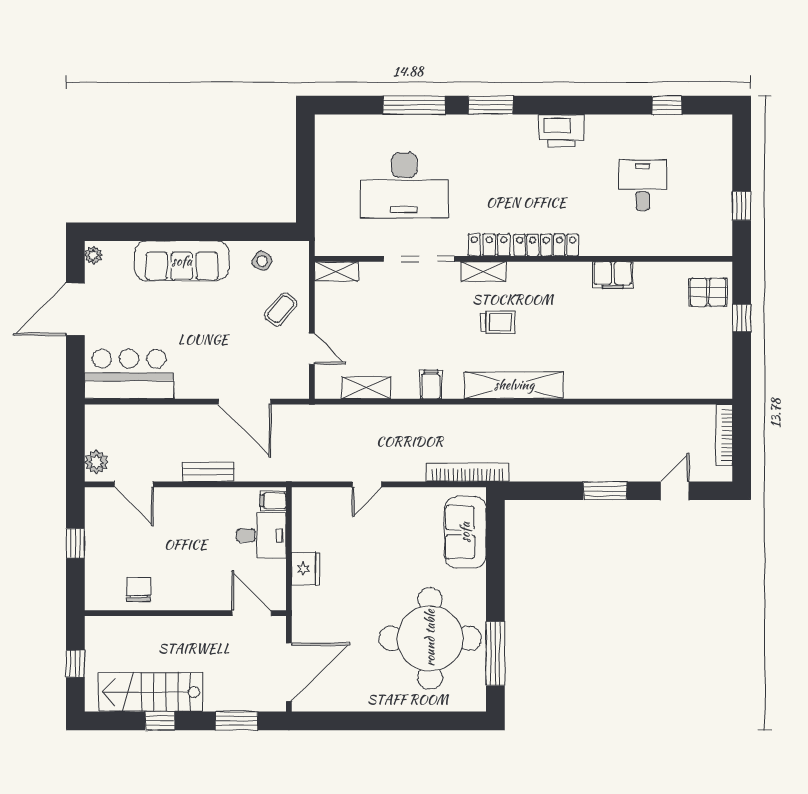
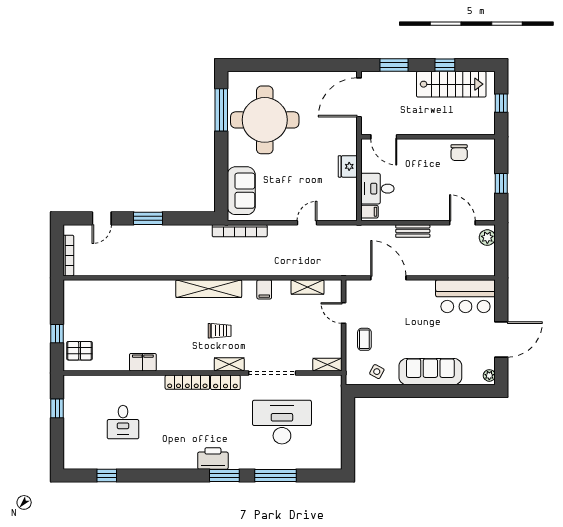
printer: (561, 131) -> (213, 458), moved
coffee table: (281, 309) -> (364, 339), turned -41
trolley: (498, 322) -> (220, 331), turned 180

